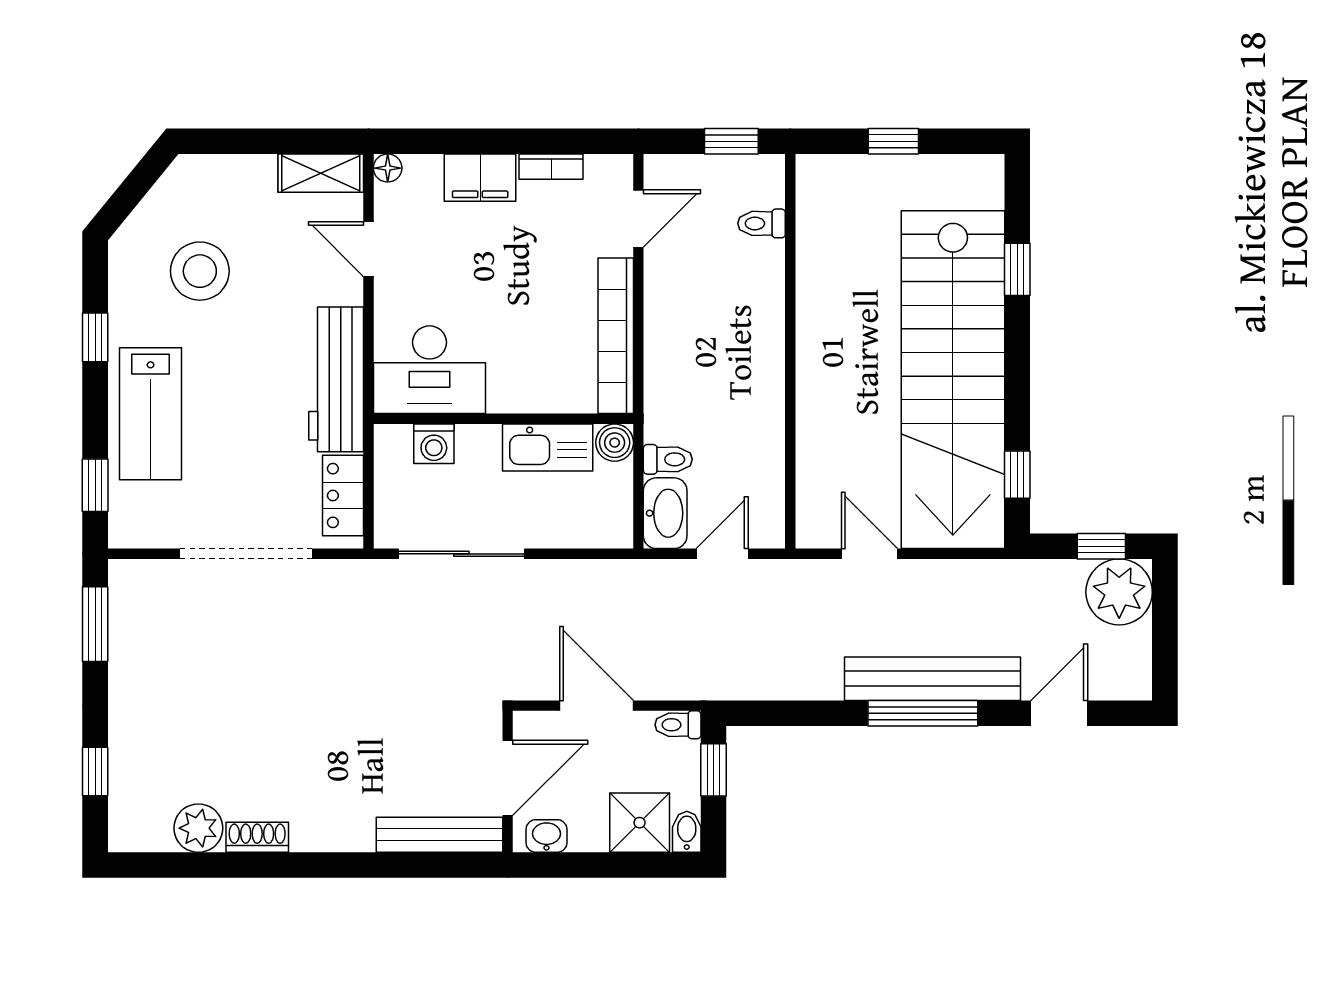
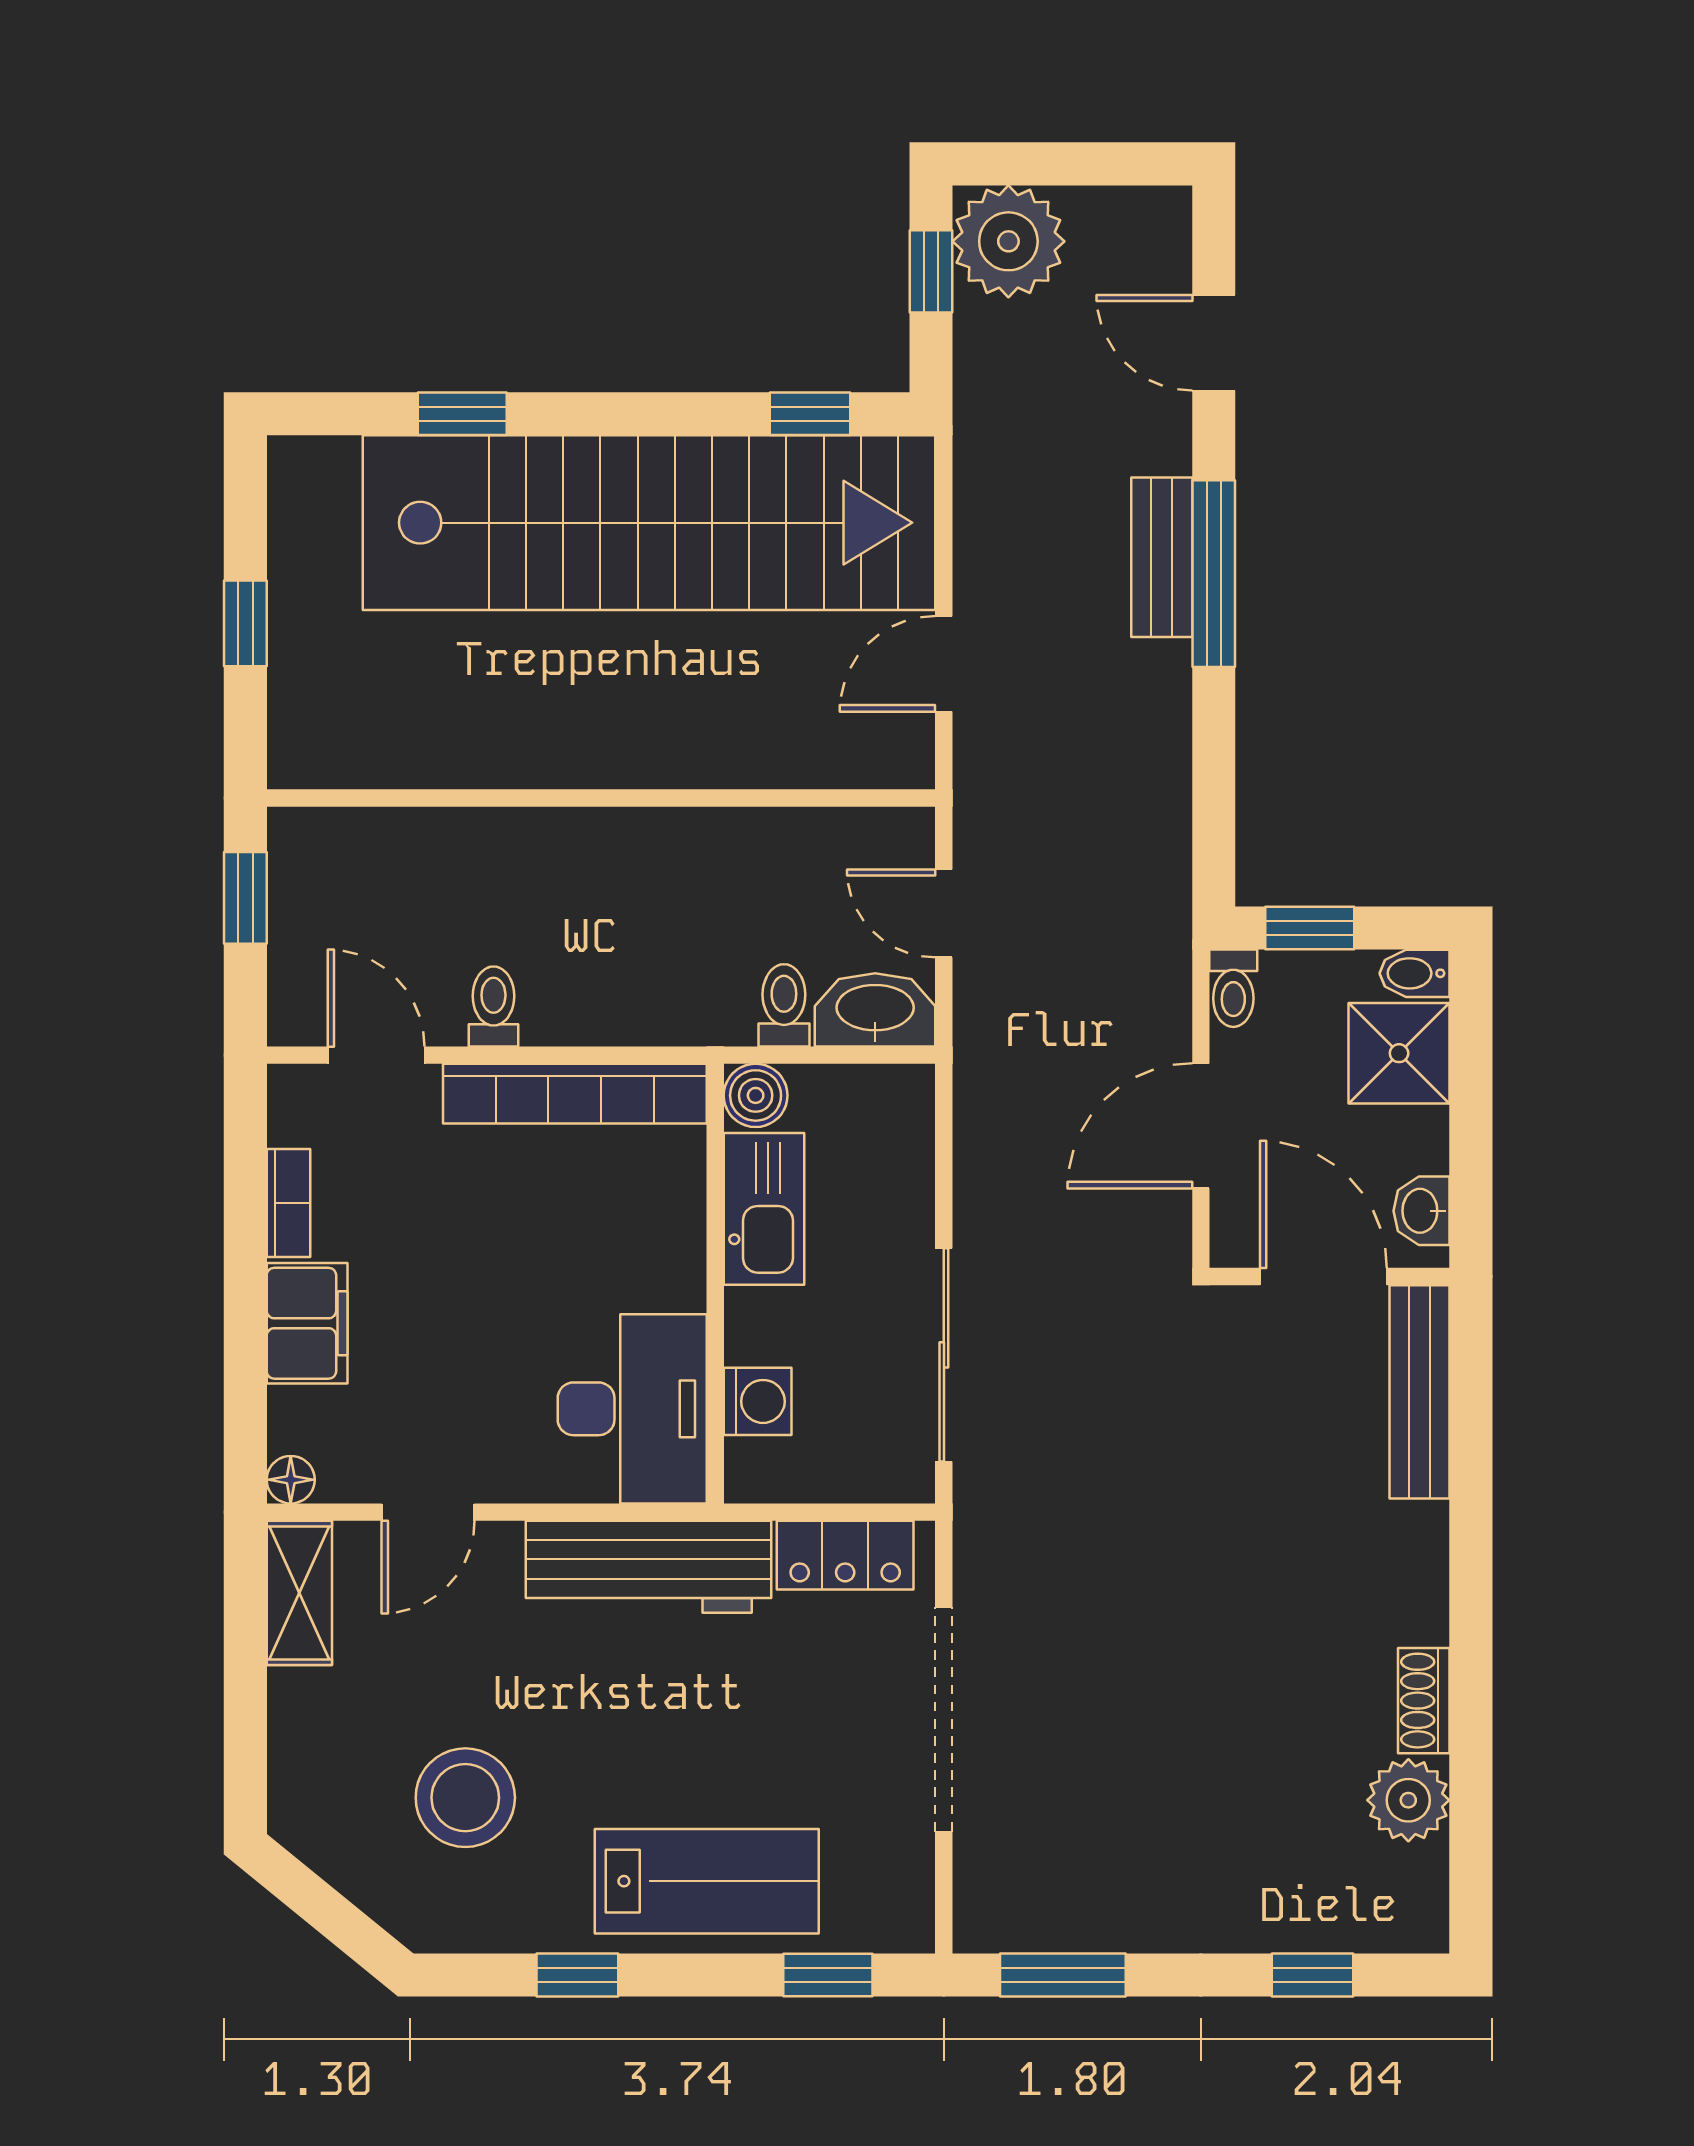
toilet: (762, 223) -> (493, 1006), moved, turned 180
bench: (932, 679) -> (1162, 557), width x0.54, depth x0.82

